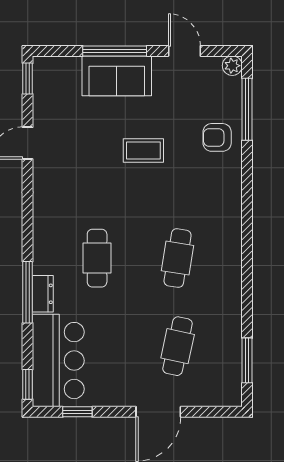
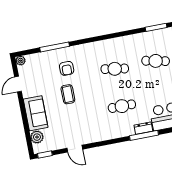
window: (115, 51) -> (24, 117), removed
plant: (67, 69) -> (37, 137), added
window: (247, 109) -> (55, 47), moved
armchair: (217, 137) -> (67, 68), moved

